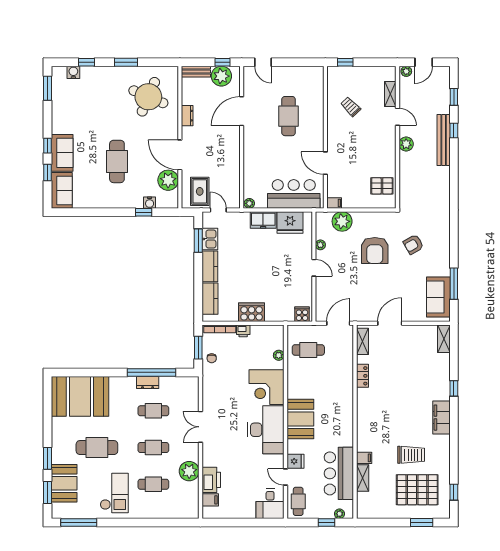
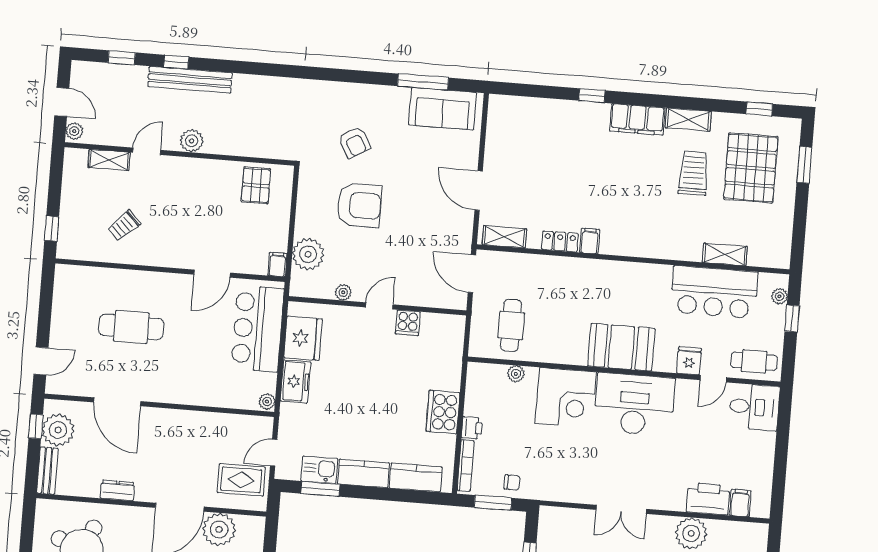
cooker: (302, 314) -> (408, 323), moved, turned -90
shelving: (444, 339) -> (688, 120), moved
filing cabinet: (364, 458) -> (590, 241), moved

